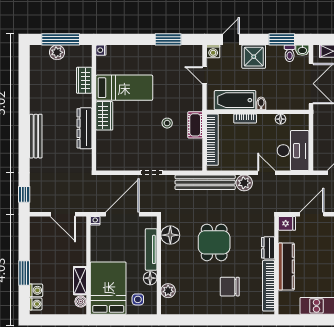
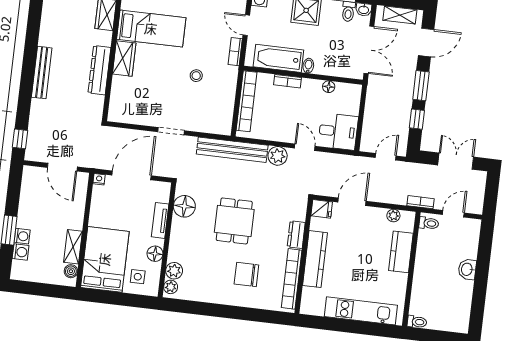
bookcase: (198, 99) -> (235, 52), added
cot: (195, 125) -> (229, 82), removed
desk: (293, 151) -> (338, 131), width x0.73
tv unit: (151, 249) -> (160, 220), width x0.71
washing machine: (36, 304) -> (22, 236), moved
plant: (167, 305) -> (171, 287), added

